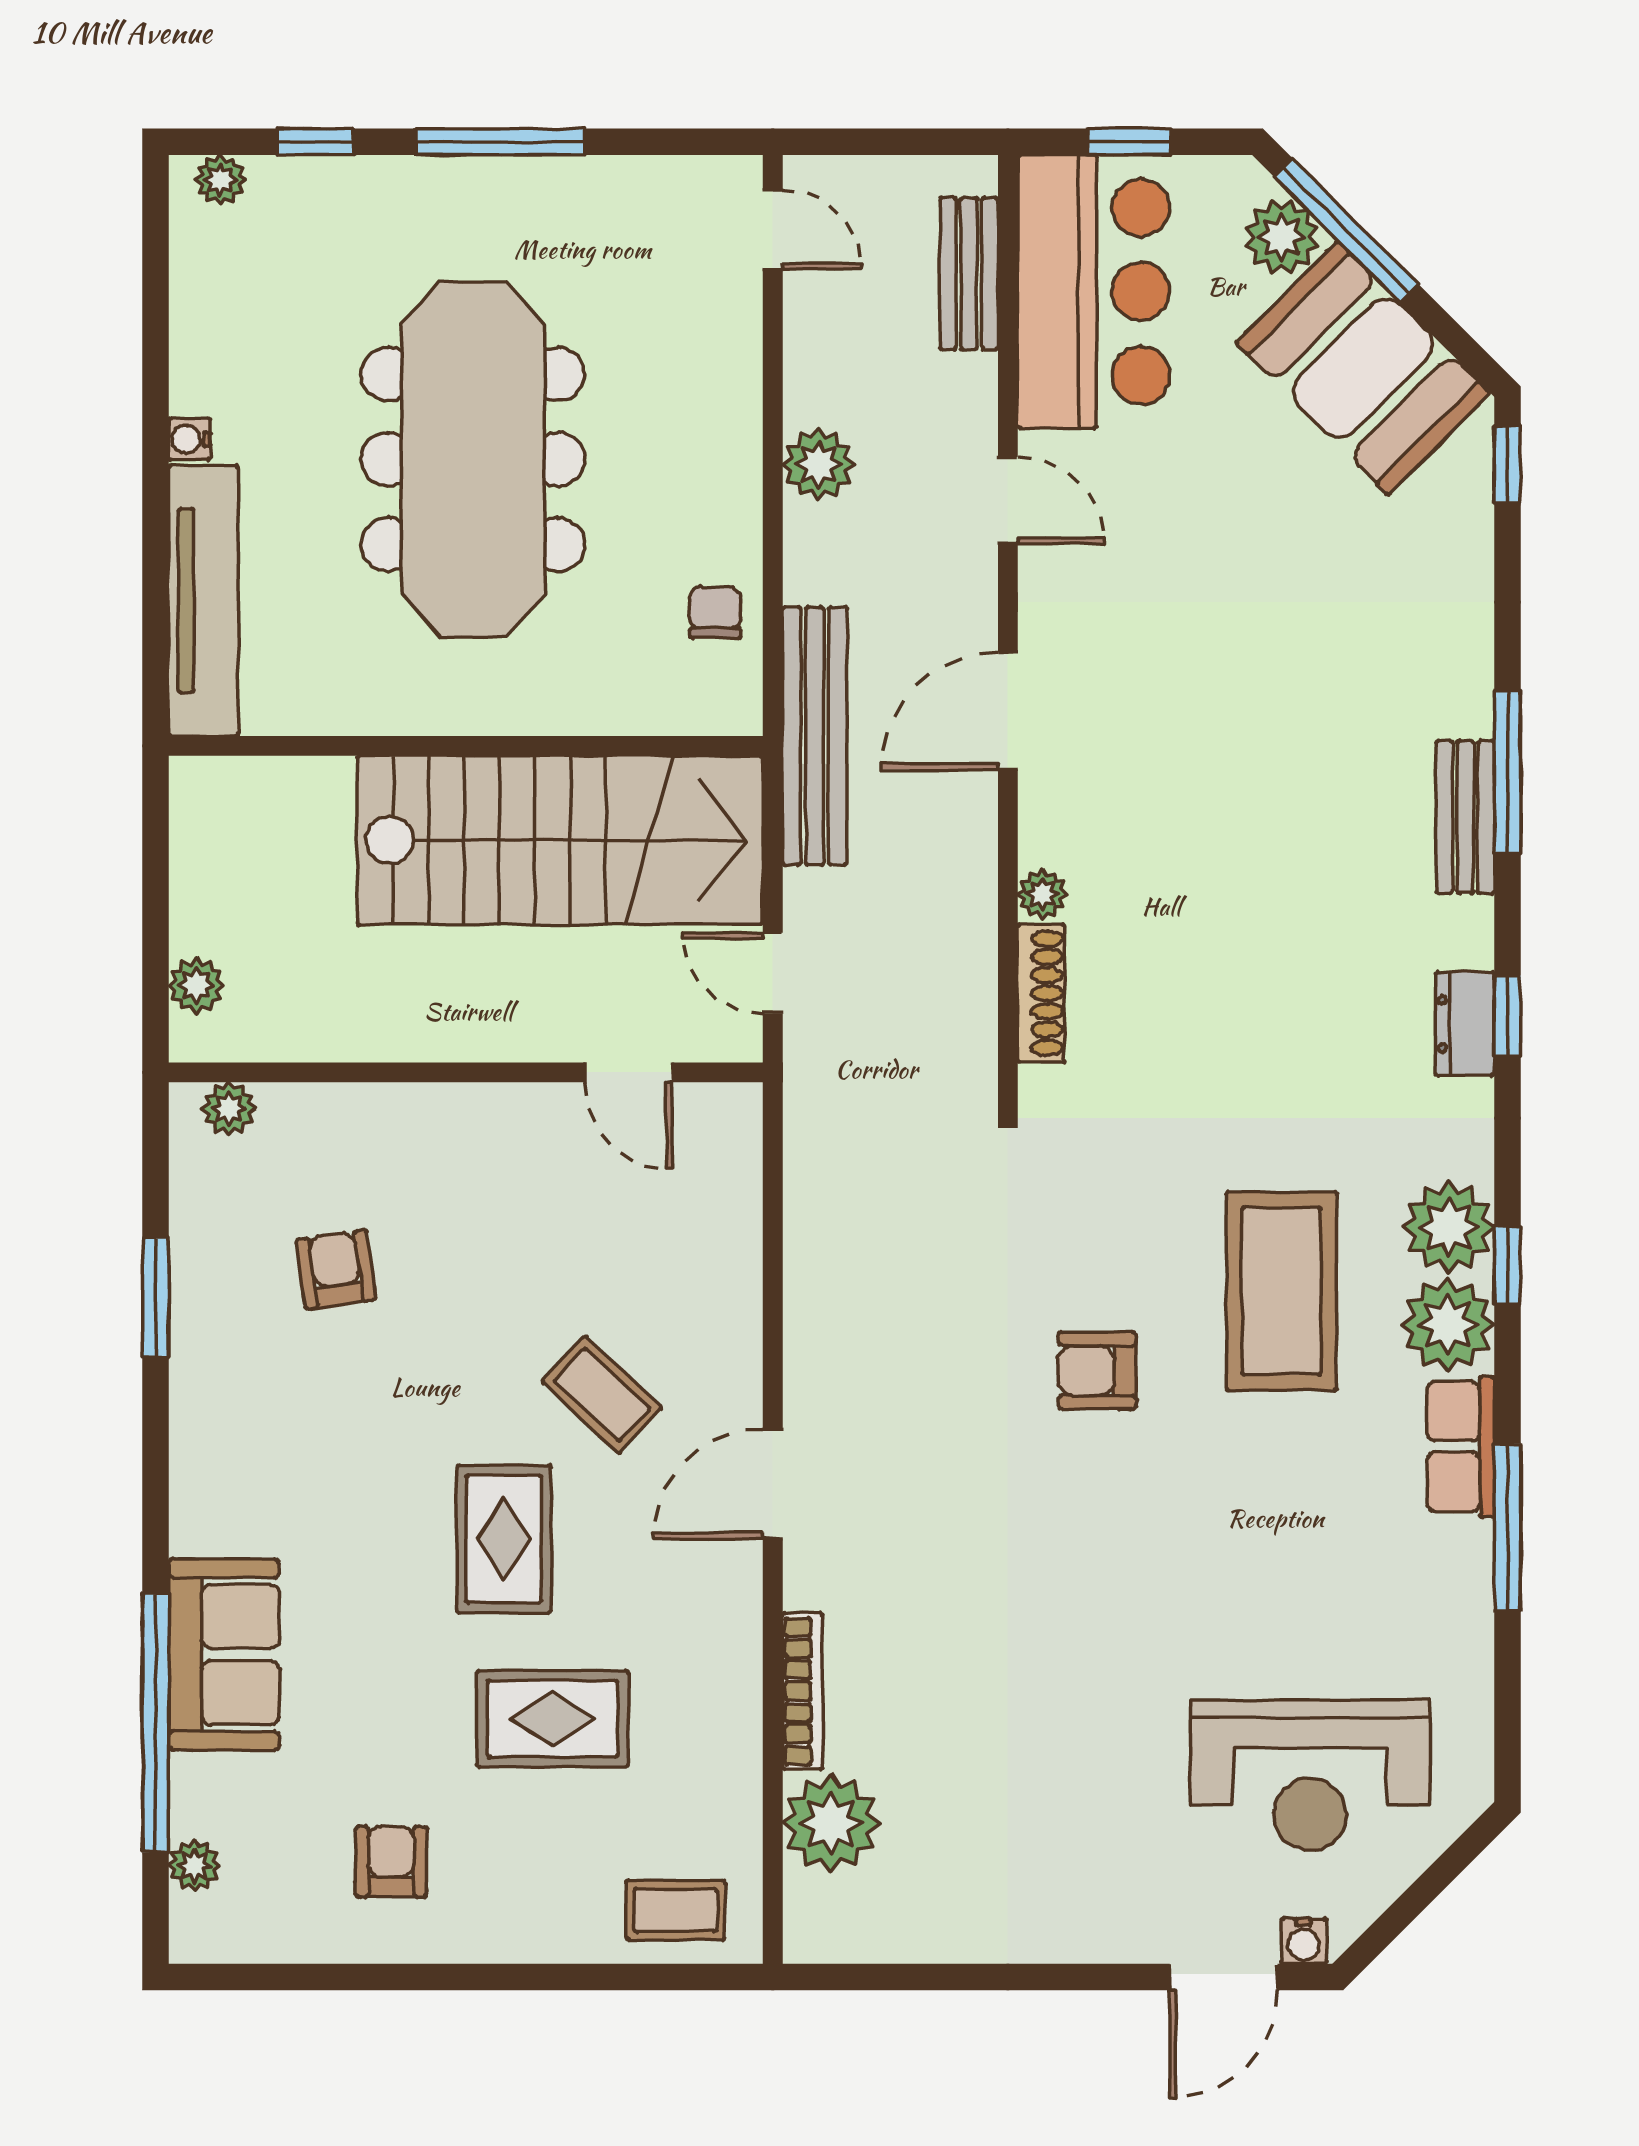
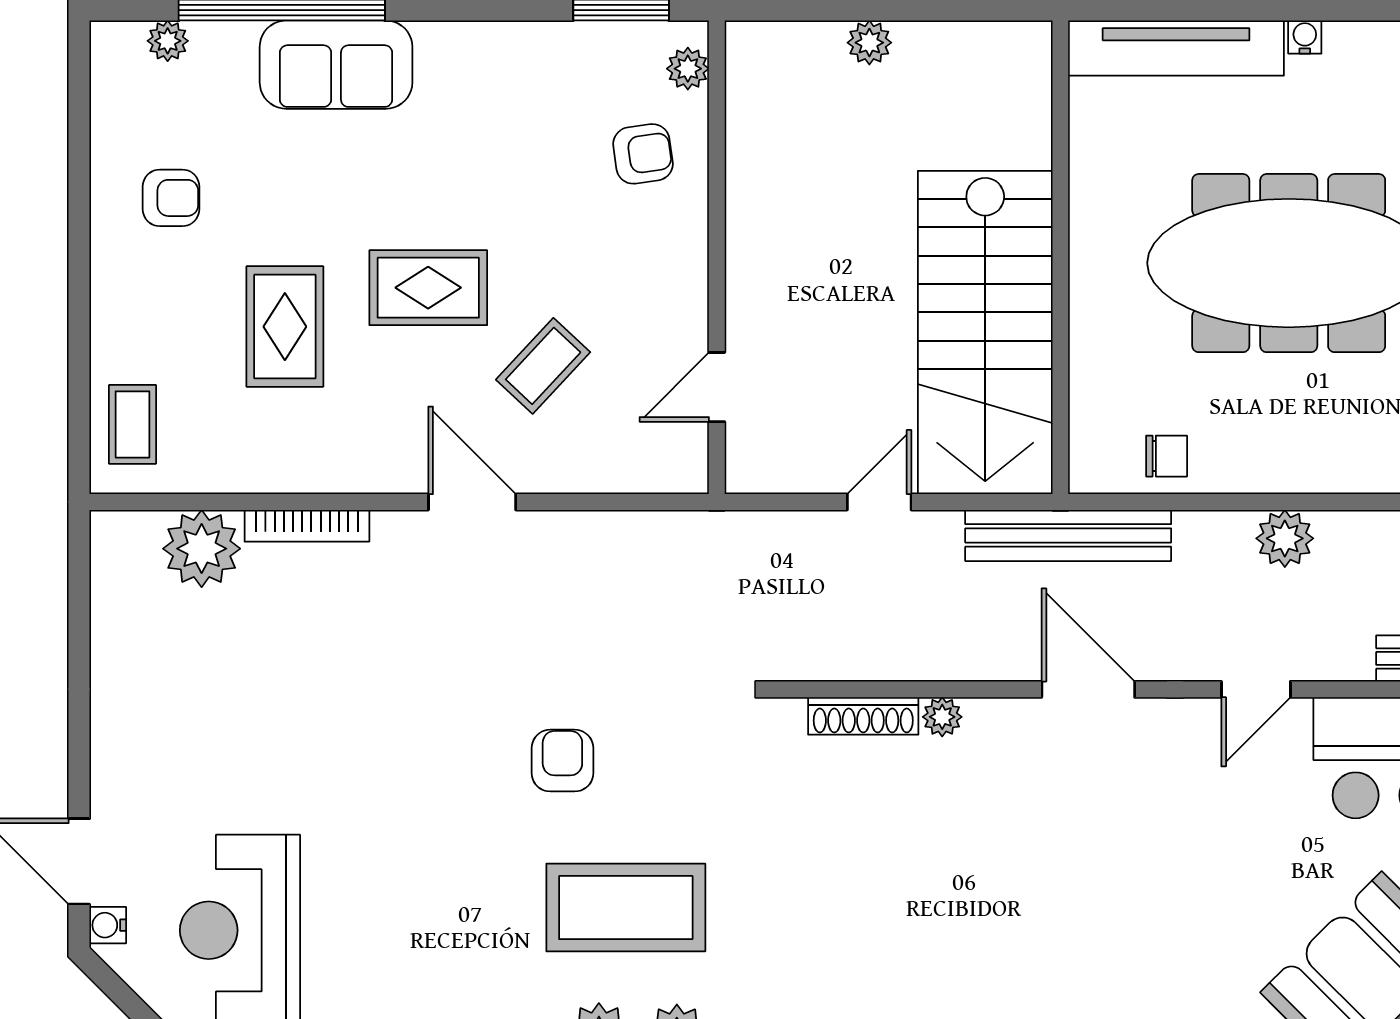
wall: (466, 1072) -> (717, 257), moved
door: (629, 1072) -> (717, 387), moved
plant: (229, 1109) -> (688, 69), moved

